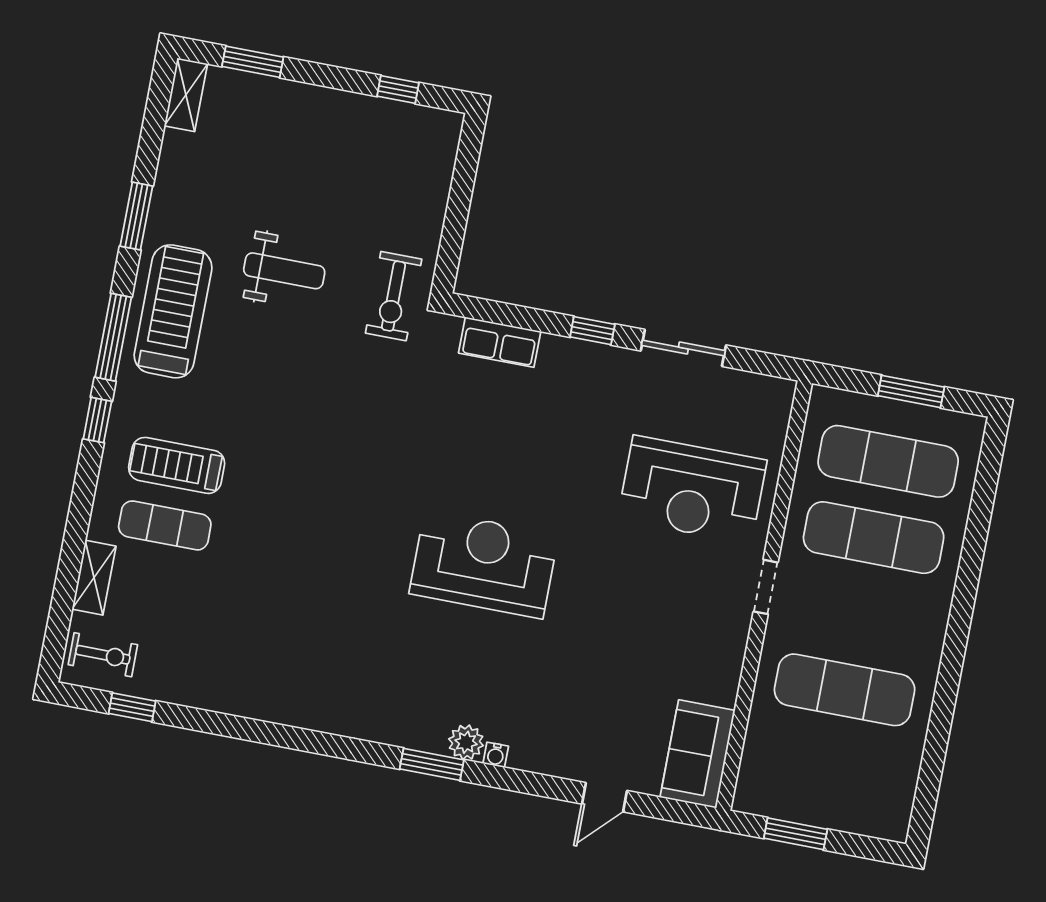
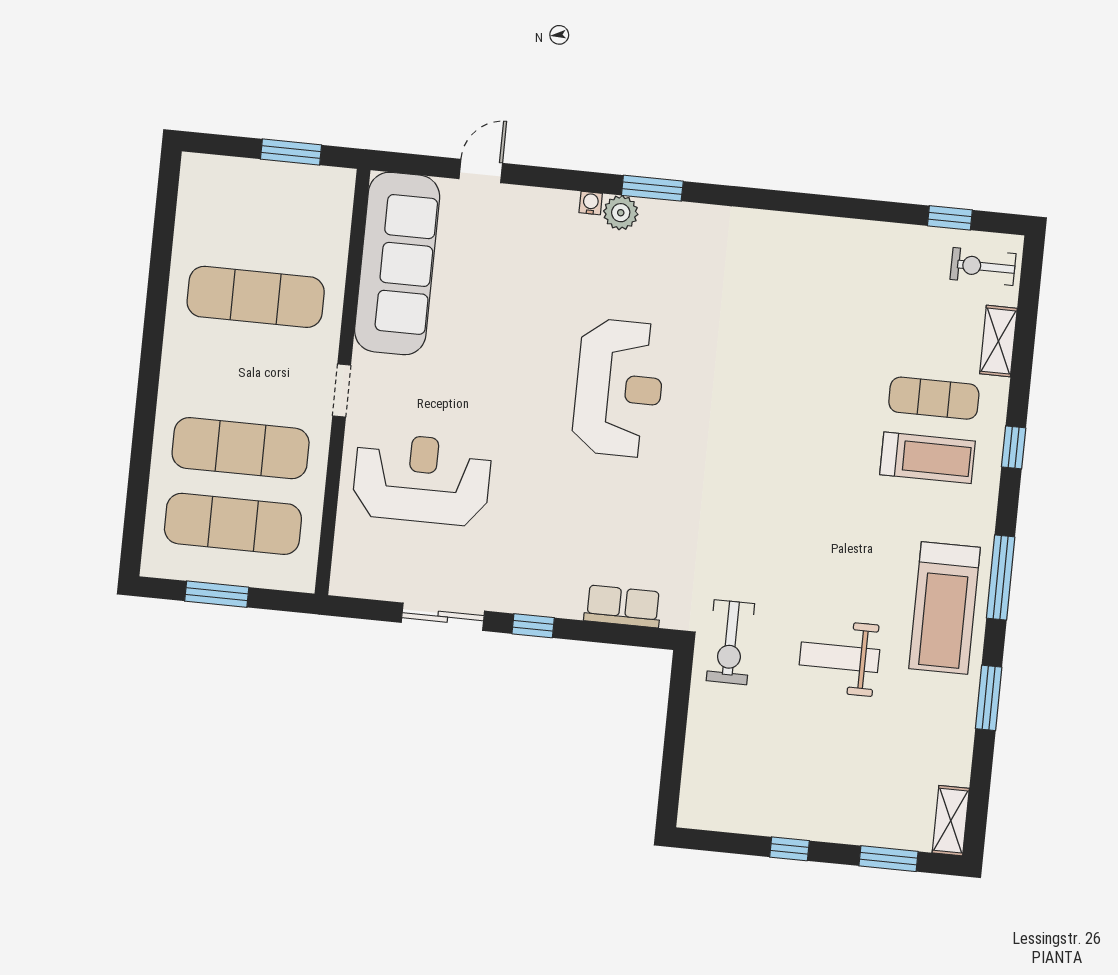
window: (398, 90) -> (789, 849), moved
exercise bike: (394, 296) -> (730, 642), turned 180
window: (97, 420) -> (1014, 447), moved
reception desk: (484, 564) -> (619, 388), turned -90
sofa: (698, 754) -> (397, 264), width x1.85, depth x1.27

